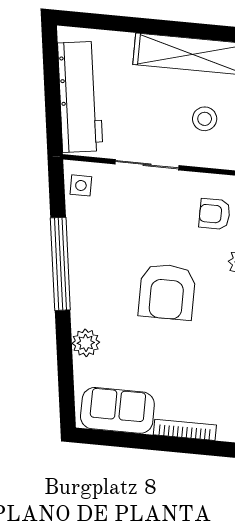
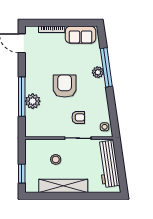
armchair: (215, 214) -> (78, 117), moved
window: (60, 264) -> (106, 67), moved
plant: (86, 343) -> (98, 72), moved

